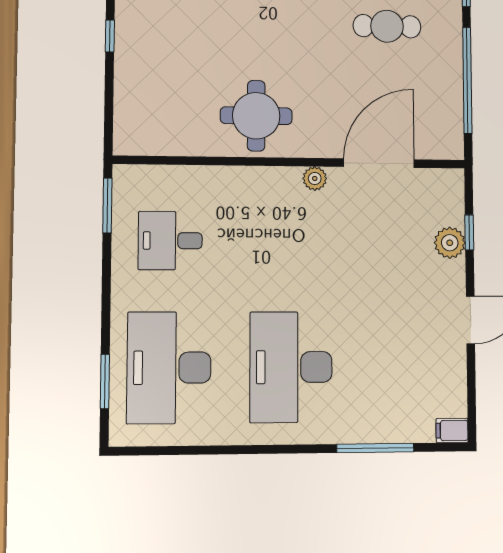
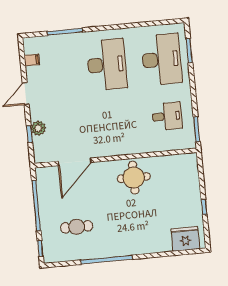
plant: (315, 178) -> (104, 151), removed
filing cabinet: (452, 430) -> (32, 60), moved

